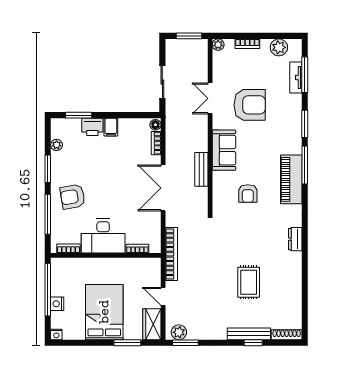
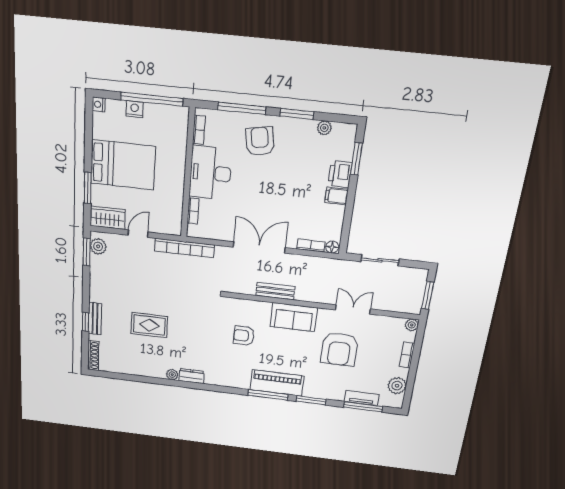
piano: (291, 179) -> (277, 383), moved
plant: (296, 258) -> (172, 375), added
bench: (249, 334) -> (95, 319), width x0.73

